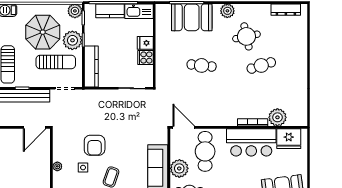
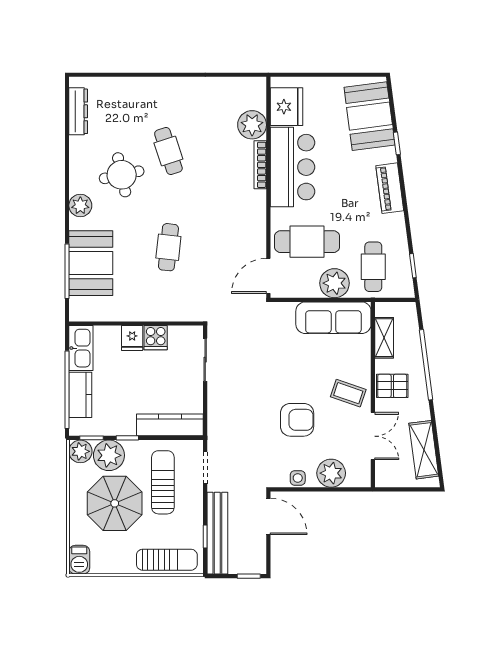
plant: (72, 40) -> (109, 455), moved
plant: (57, 166) -> (331, 473), width x1.88, depth x1.88
side table: (83, 168) -> (298, 478), moved

